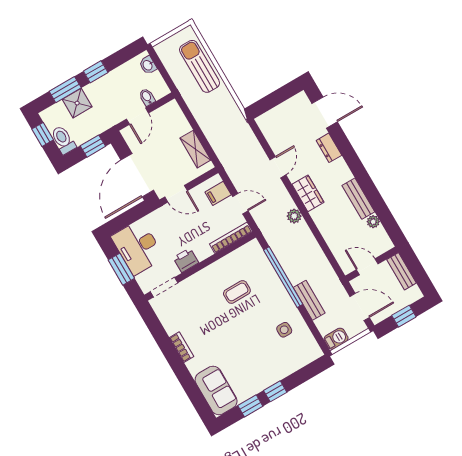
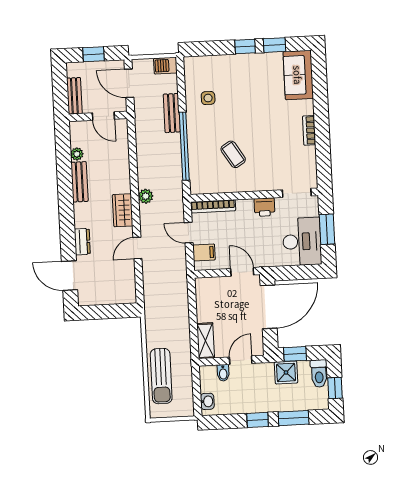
shower: (77, 103) -> (286, 372), moved
shelving: (195, 149) -> (206, 341), moved
coffee table: (237, 292) -> (233, 154), turned 58

